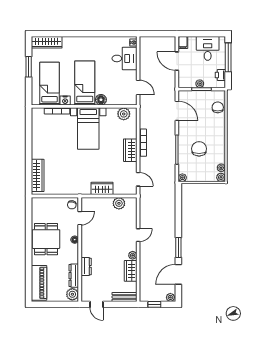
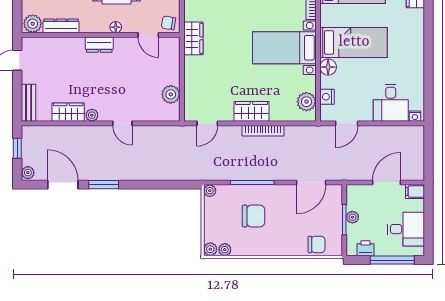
nightstand: (65, 100) -> (327, 97), moved
wardrobe: (102, 188) -> (193, 38), moved
dresser: (86, 266) -> (99, 45), moved

